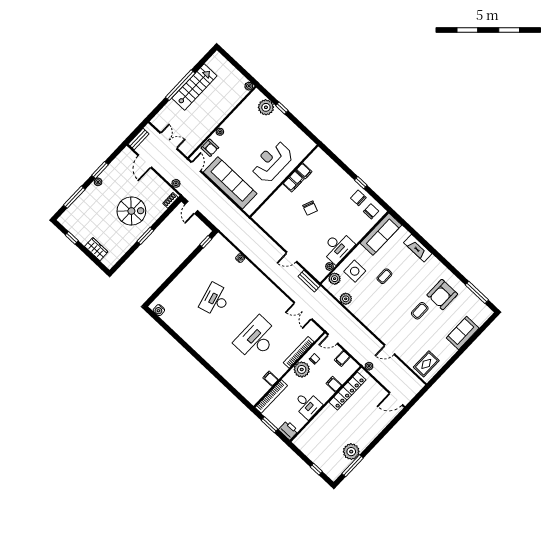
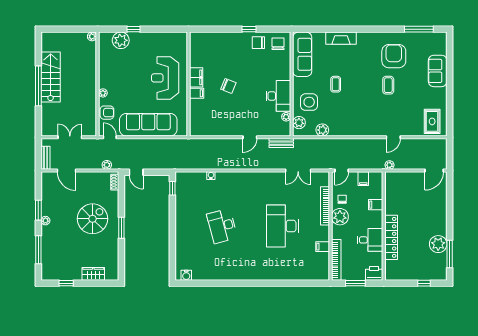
filing cabinet: (304, 171) -> (197, 93), moved
armchair: (442, 295) -> (394, 56), turned 180
locker: (347, 391) -> (391, 237), moved

